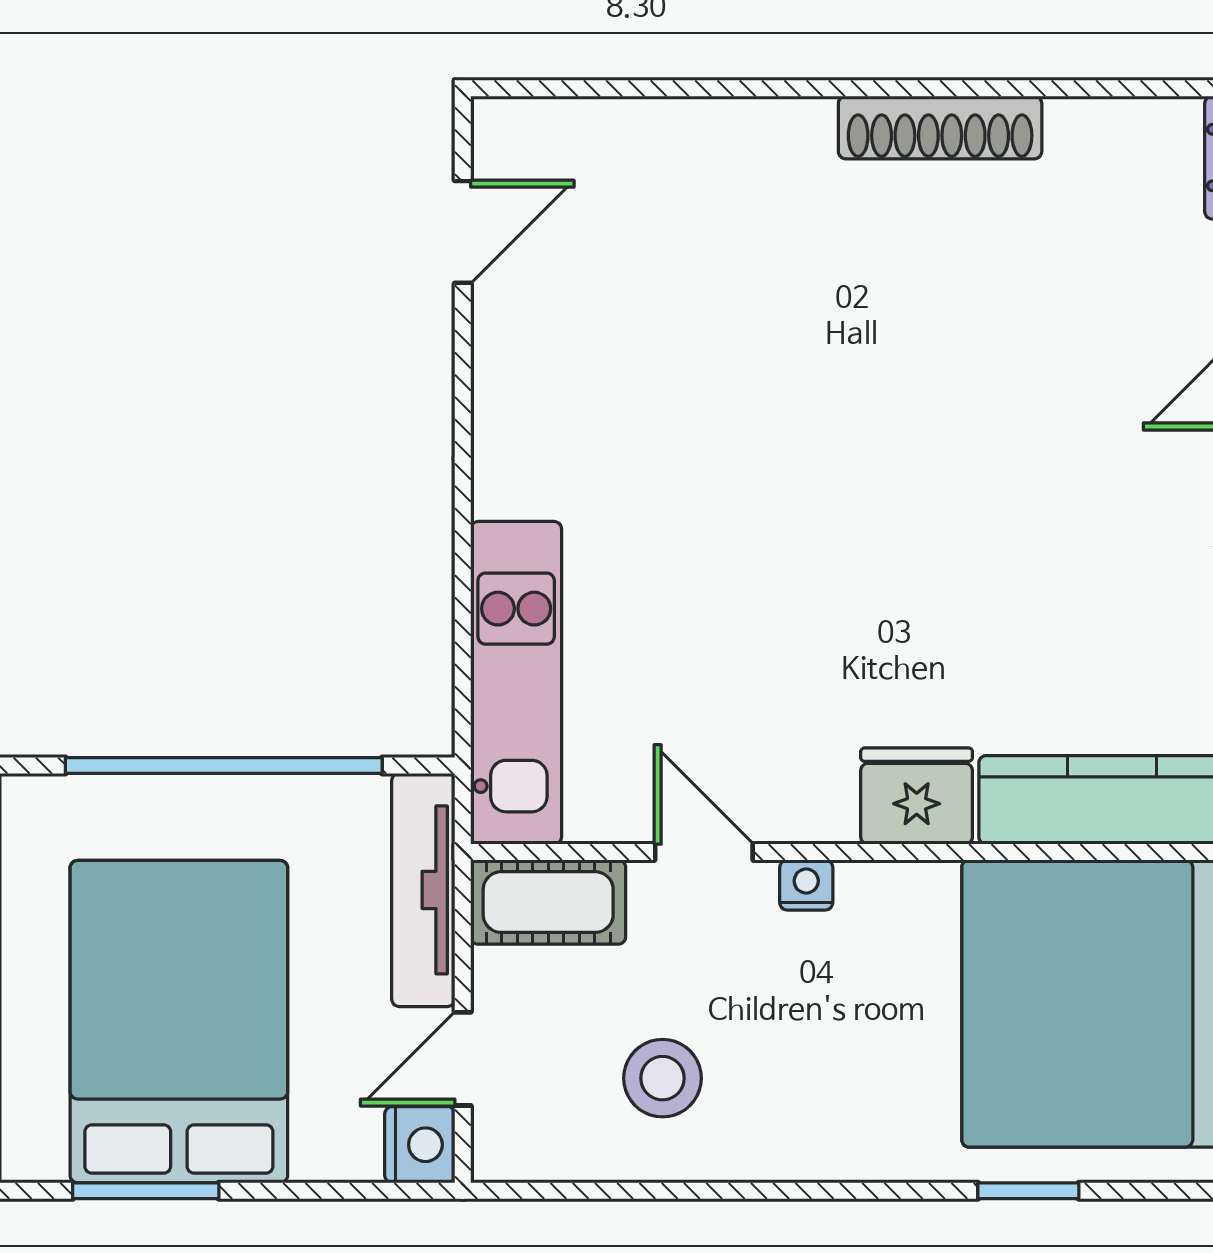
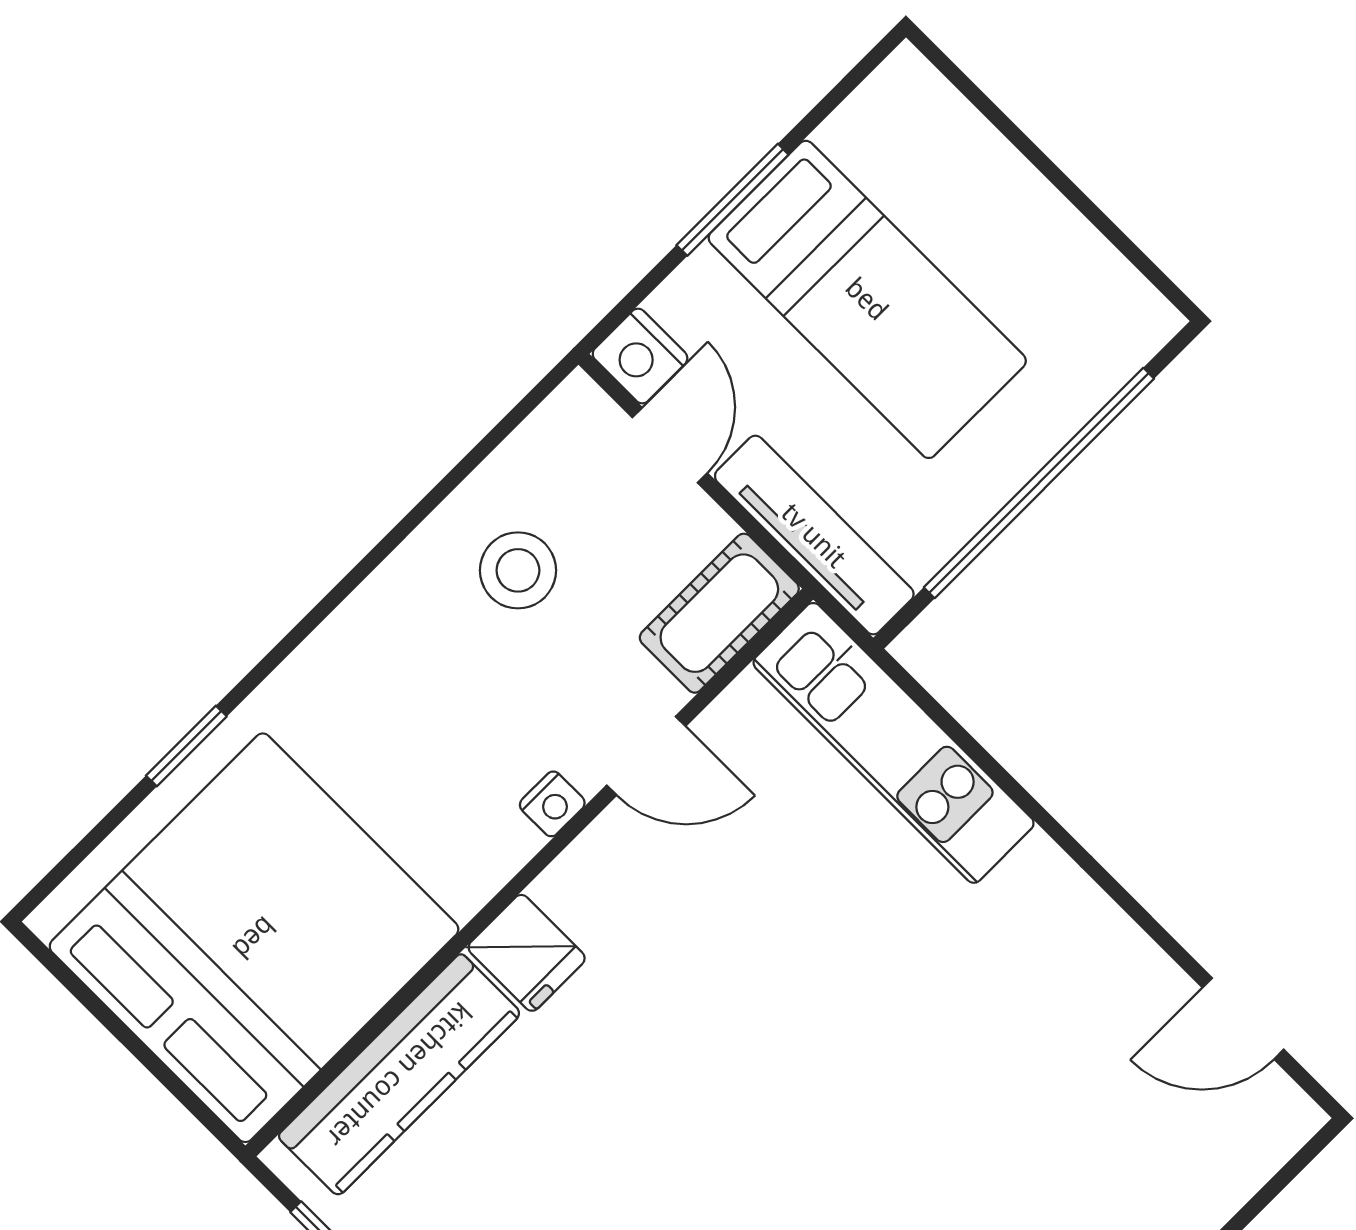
door: (463, 232) -> (1243, 1019), hinge flipped
fridge: (917, 796) -> (527, 953), width x0.72
bed: (179, 1022) -> (867, 299), width x0.67
window: (146, 1191) -> (733, 200), moved

